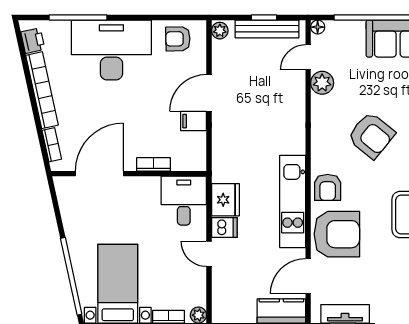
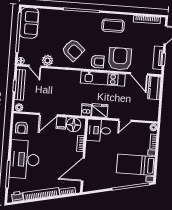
door: (209, 93) -> (48, 115), hinge flipped
armchair: (371, 135) -> (73, 50), moved, turned 91
floor lamp: (192, 147) -> (74, 125), added
door: (99, 174) -> (83, 170), hinge flipped
dishwasher: (224, 228) -> (86, 110), moved

